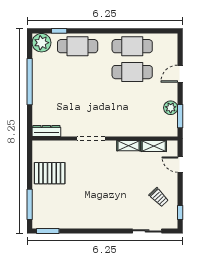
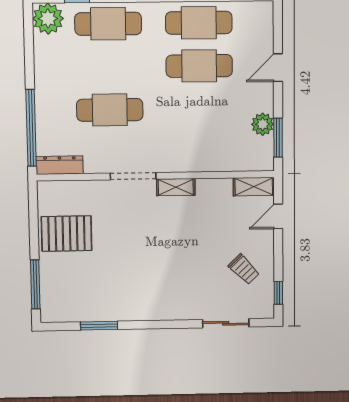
window: (30, 82) -> (31, 128), moved
cafe table: (78, 98) -> (110, 110), added
shelving: (128, 146) -> (176, 187), moved
shelving: (154, 146) -> (254, 187), moved
door: (180, 165) -> (278, 216), hinge flipped
window: (48, 231) -> (99, 326), moved

